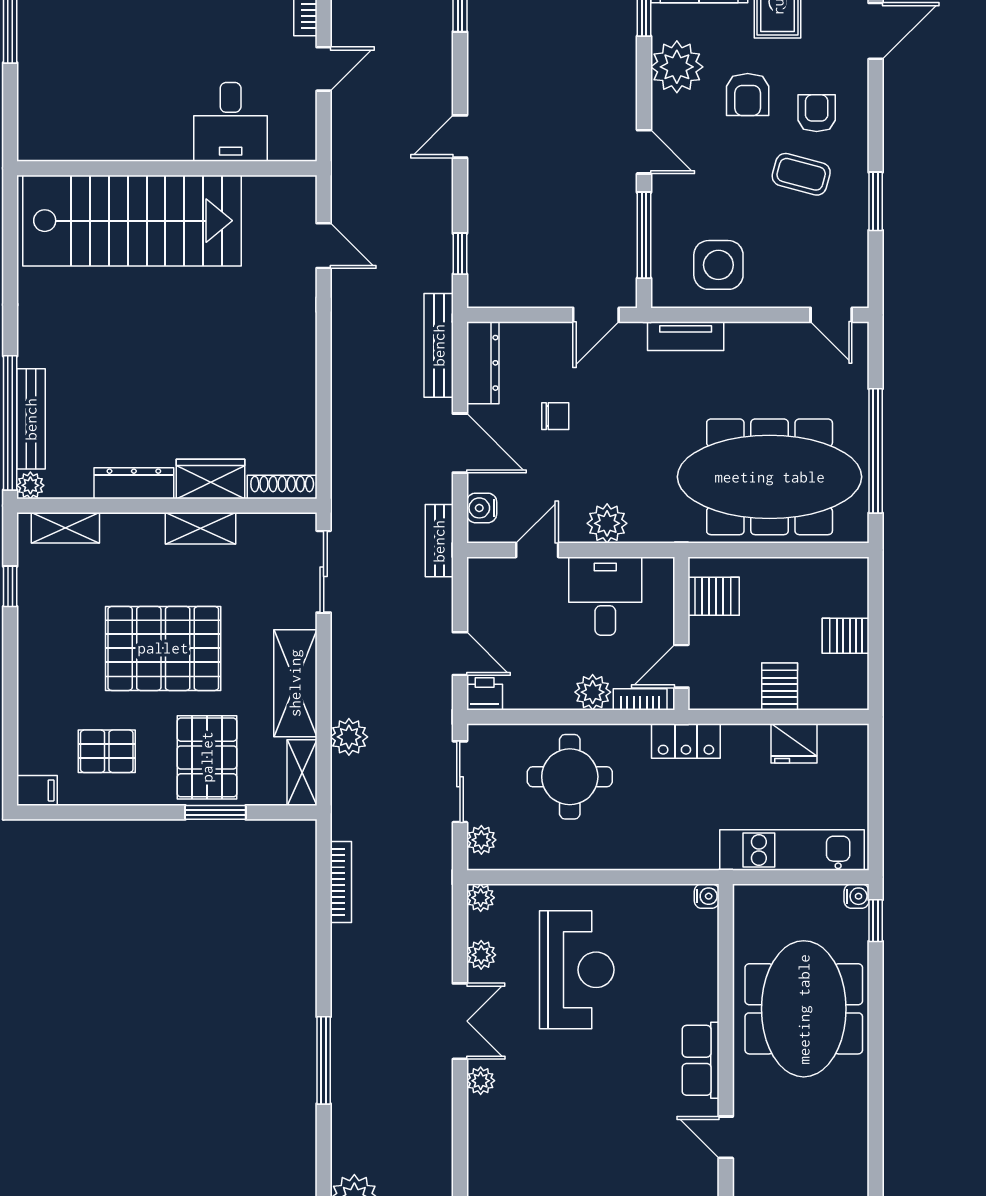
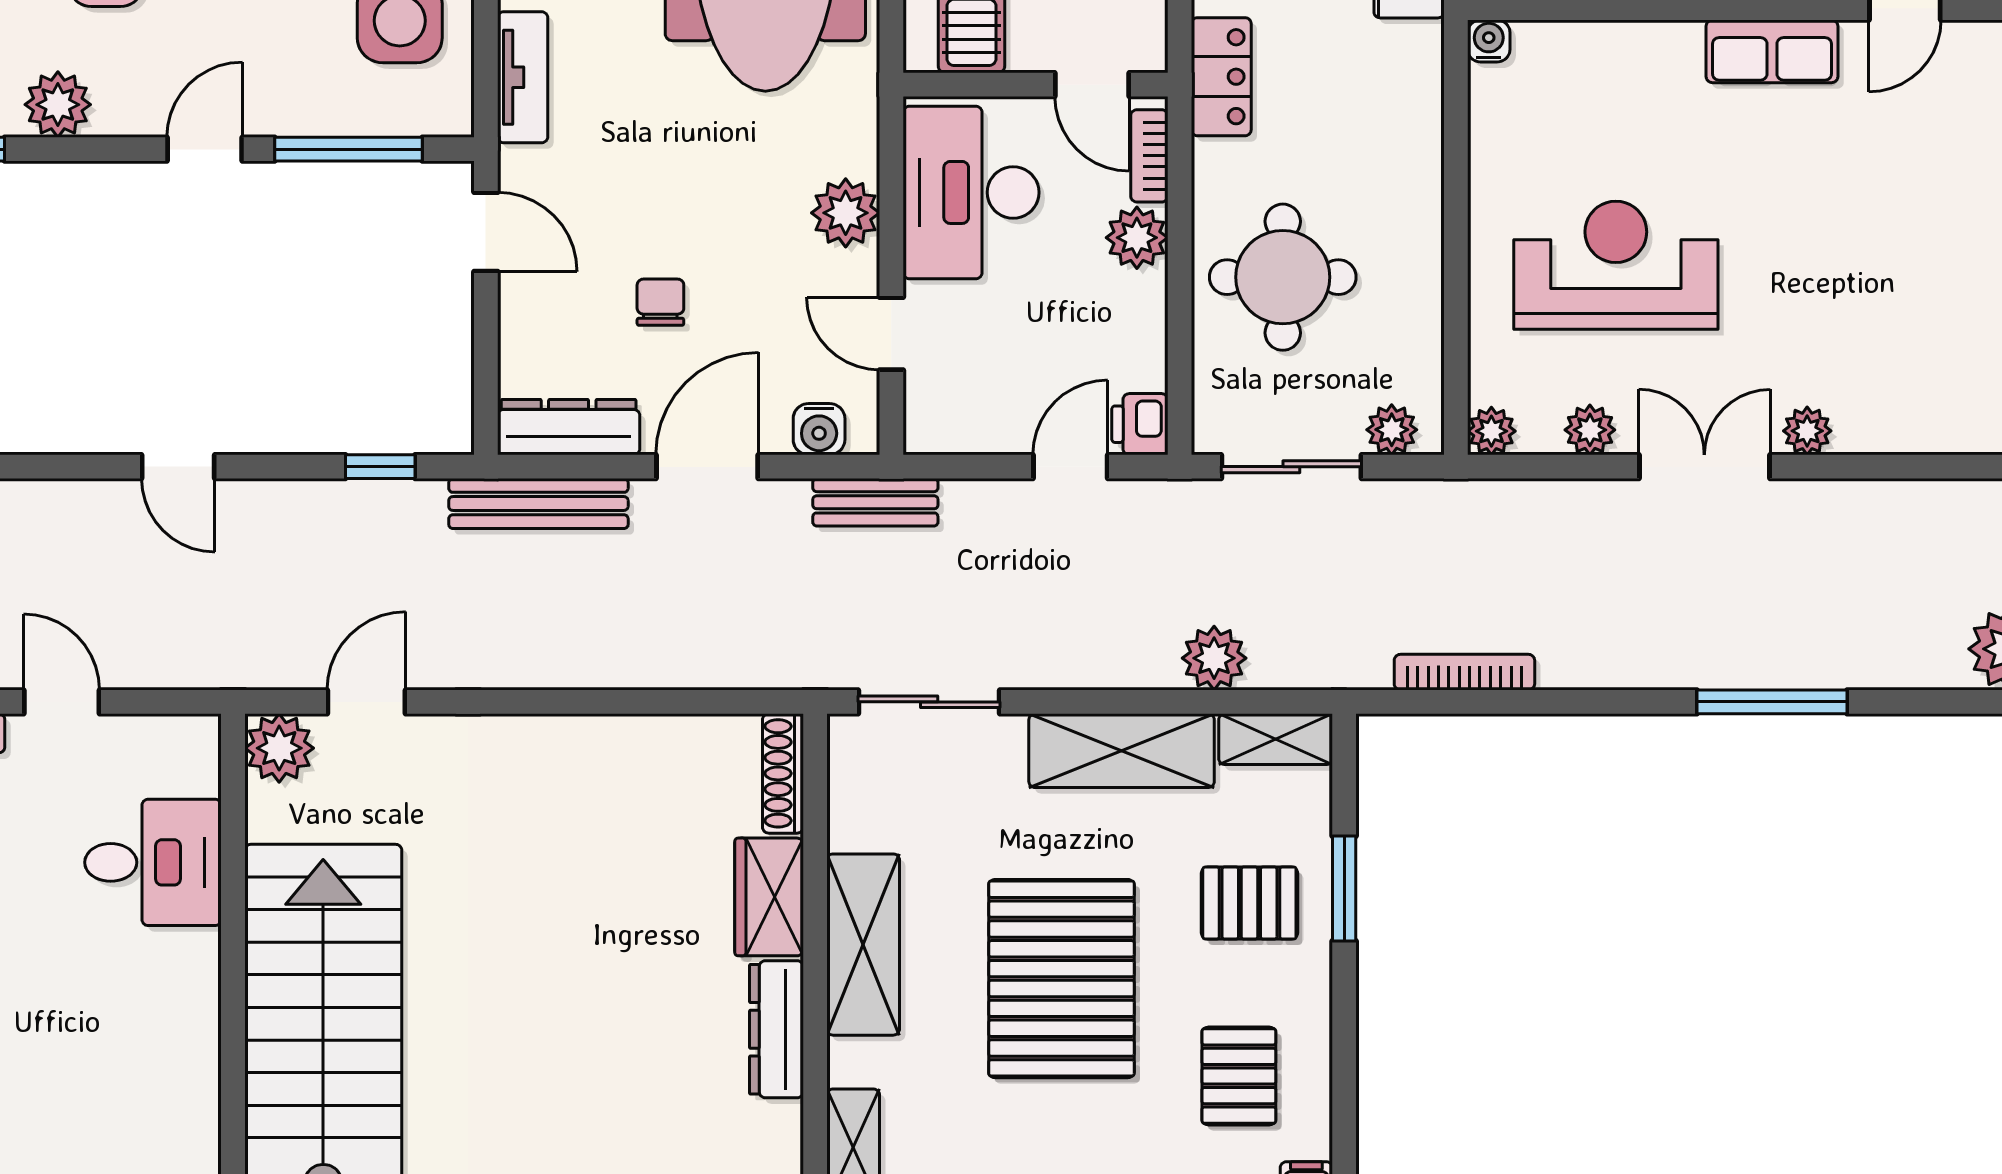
plant: (677, 67) -> (58, 105), width x0.73, depth x0.73
plant: (297, 195) -> (279, 748), added
shelving: (201, 528) -> (863, 945), width x1.50, depth x1.33
desk: (605, 596) -> (971, 192), width x1.37
pallet: (207, 757) -> (1249, 903), width x0.67, depth x0.71

